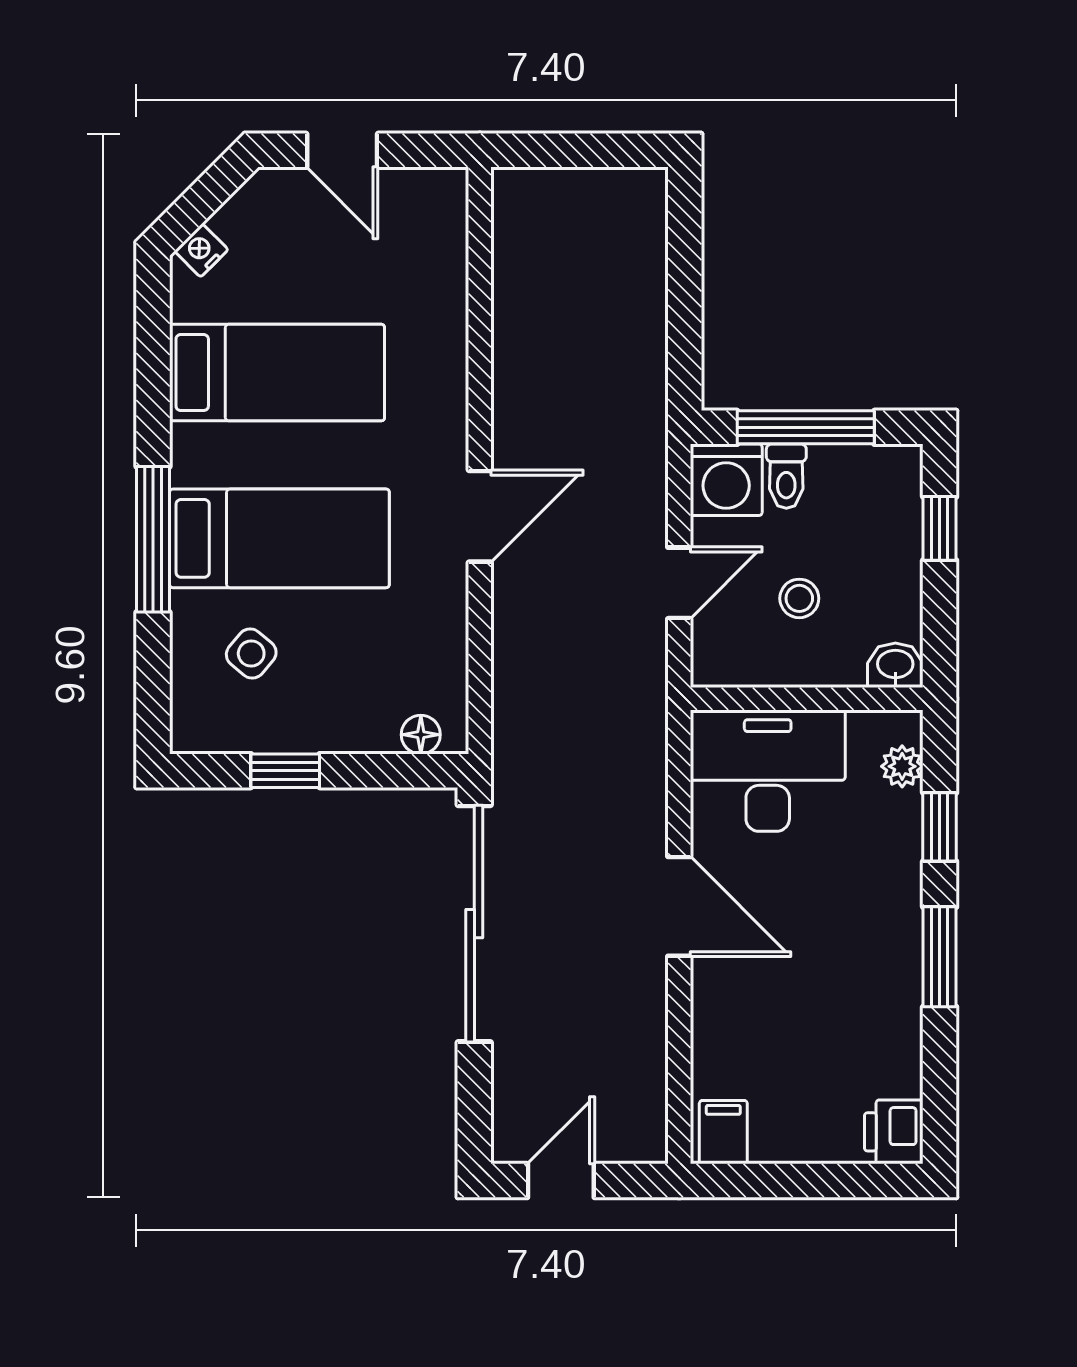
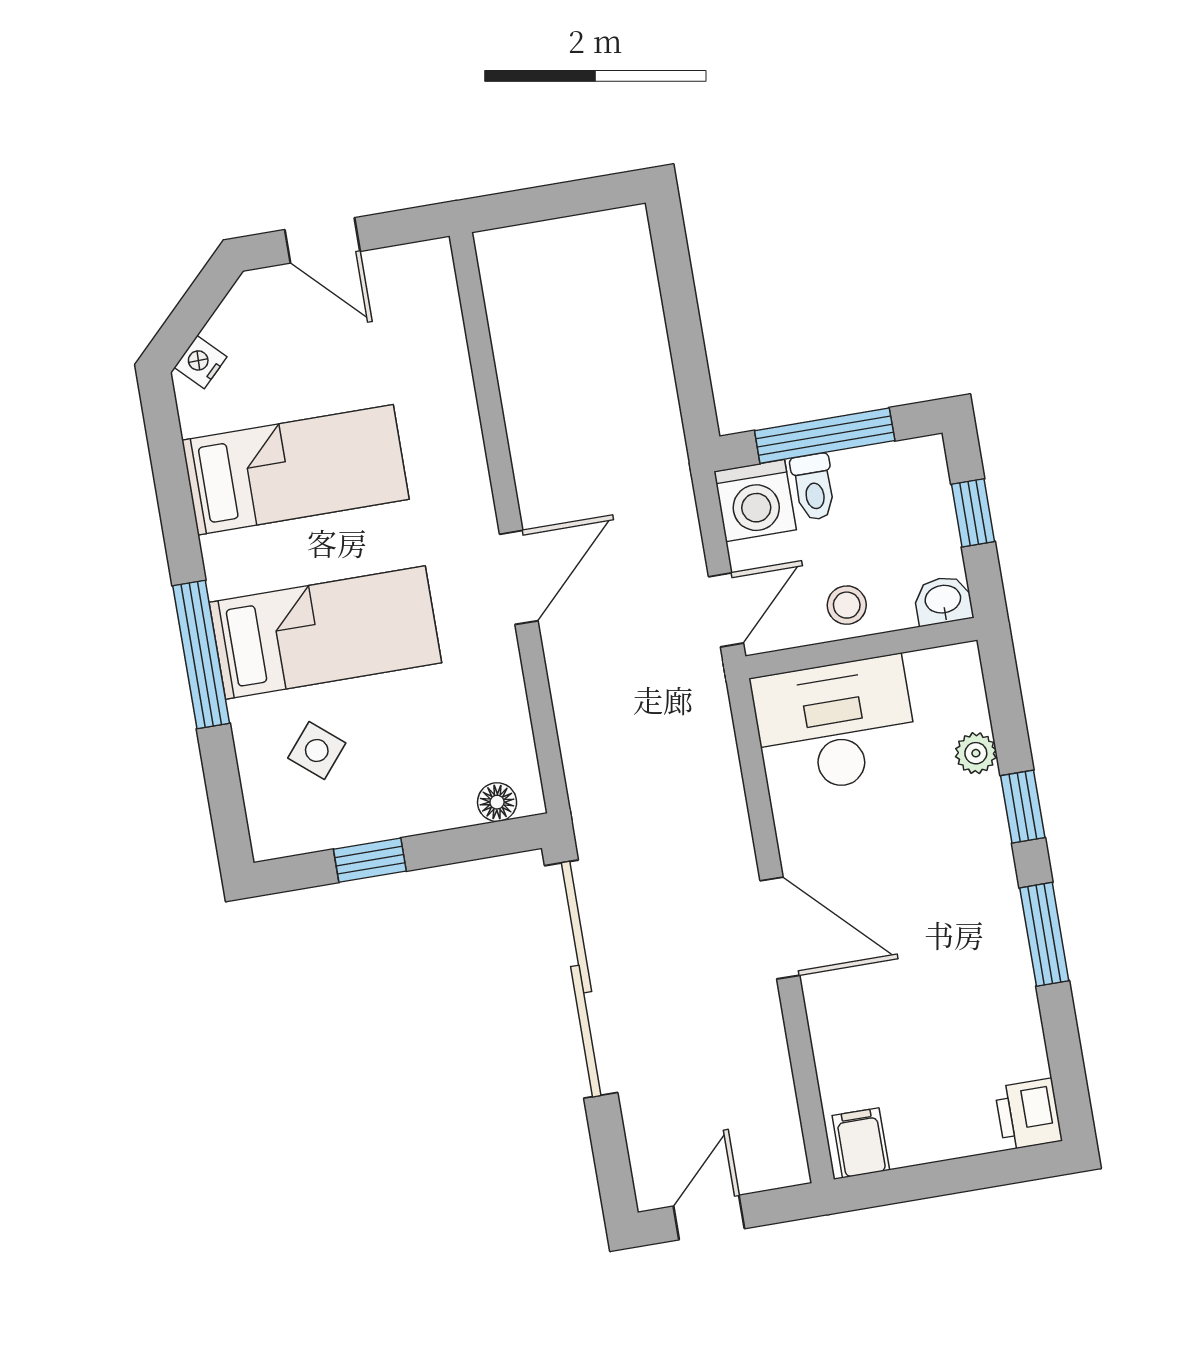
washbasin: (895, 665) -> (943, 600), moved
wall: (807, 699) -> (861, 648), moved
desk: (768, 771) -> (835, 725), moved

